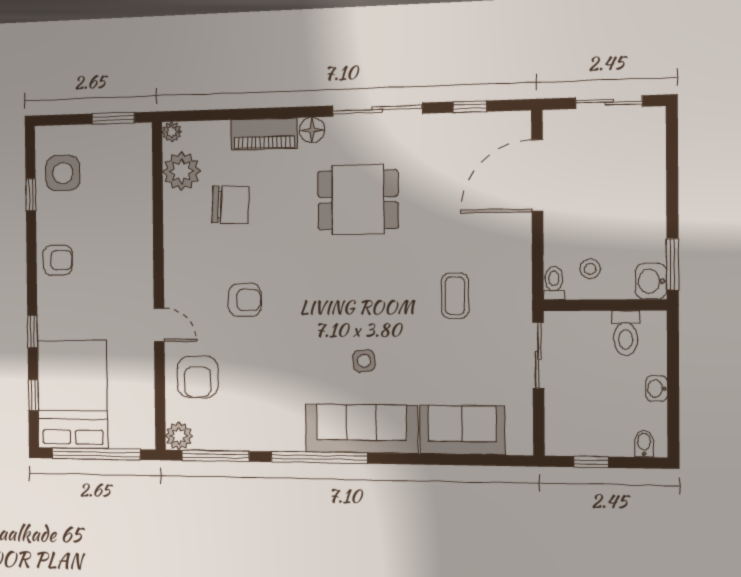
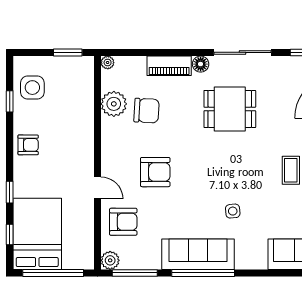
plant: (181, 171) -> (114, 104), moved
armchair: (245, 300) -> (155, 172), width x1.38, depth x1.38
armchair: (198, 377) -> (123, 222), turned -90
sofa: (362, 429) -> (198, 254), moved

